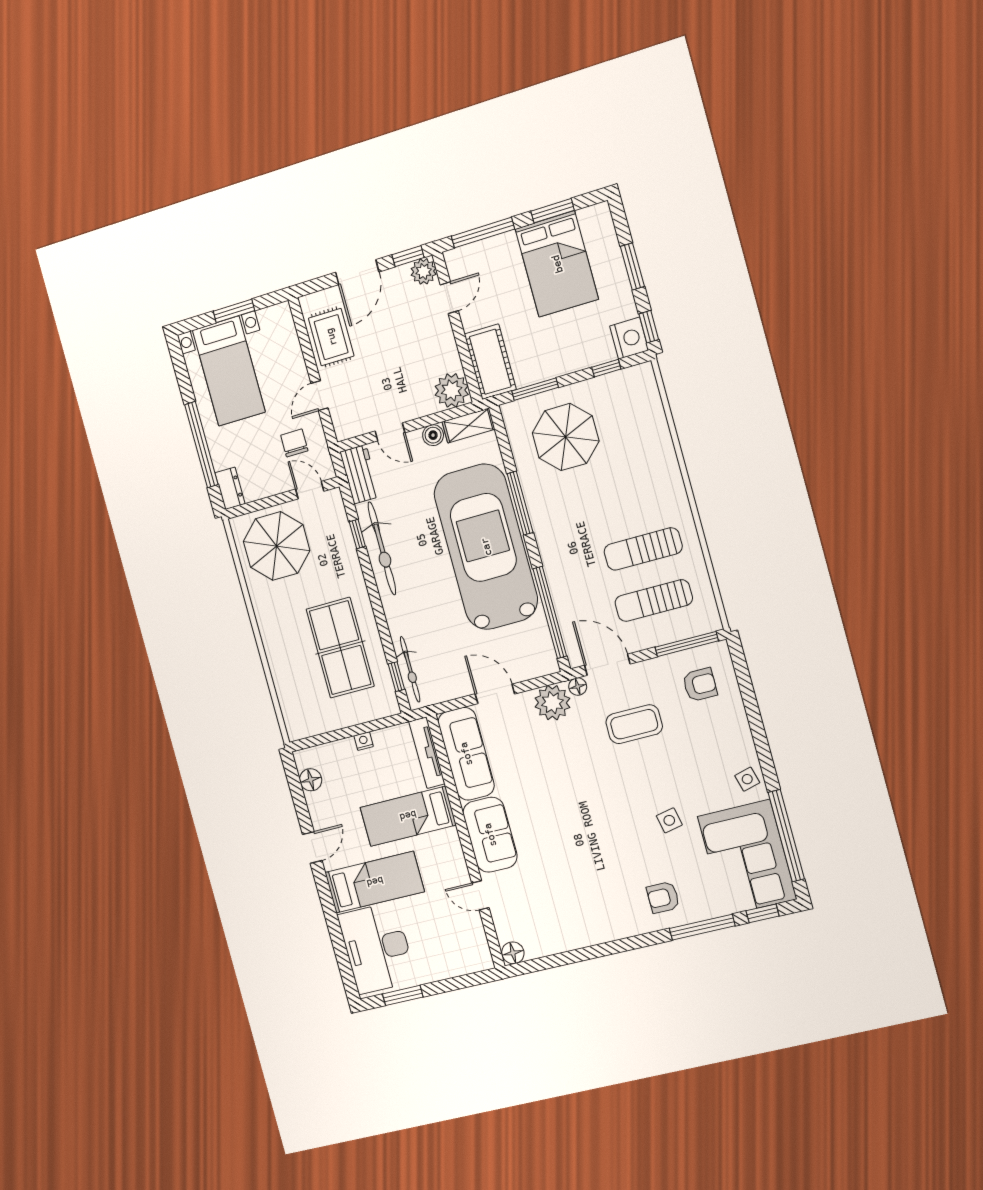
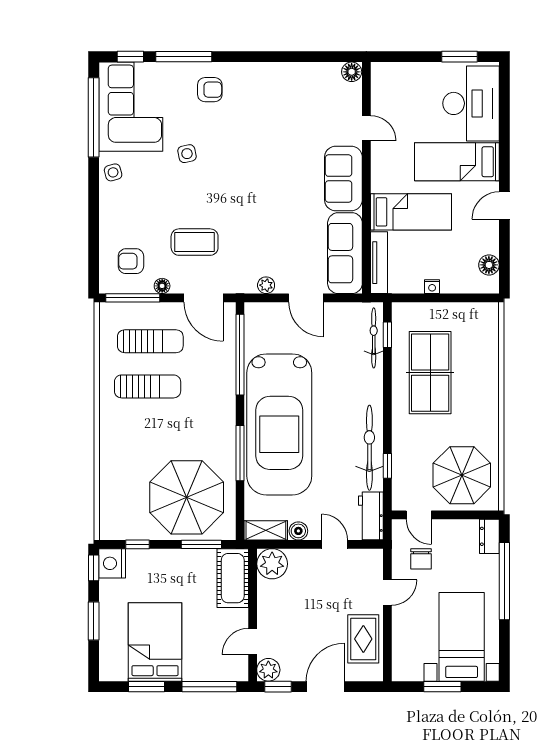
parasol: (566, 437) -> (187, 497), width x1.36, depth x1.36
floor lamp: (578, 687) -> (162, 286), moved
plant: (552, 703) -> (266, 285), width x0.53, depth x0.53

